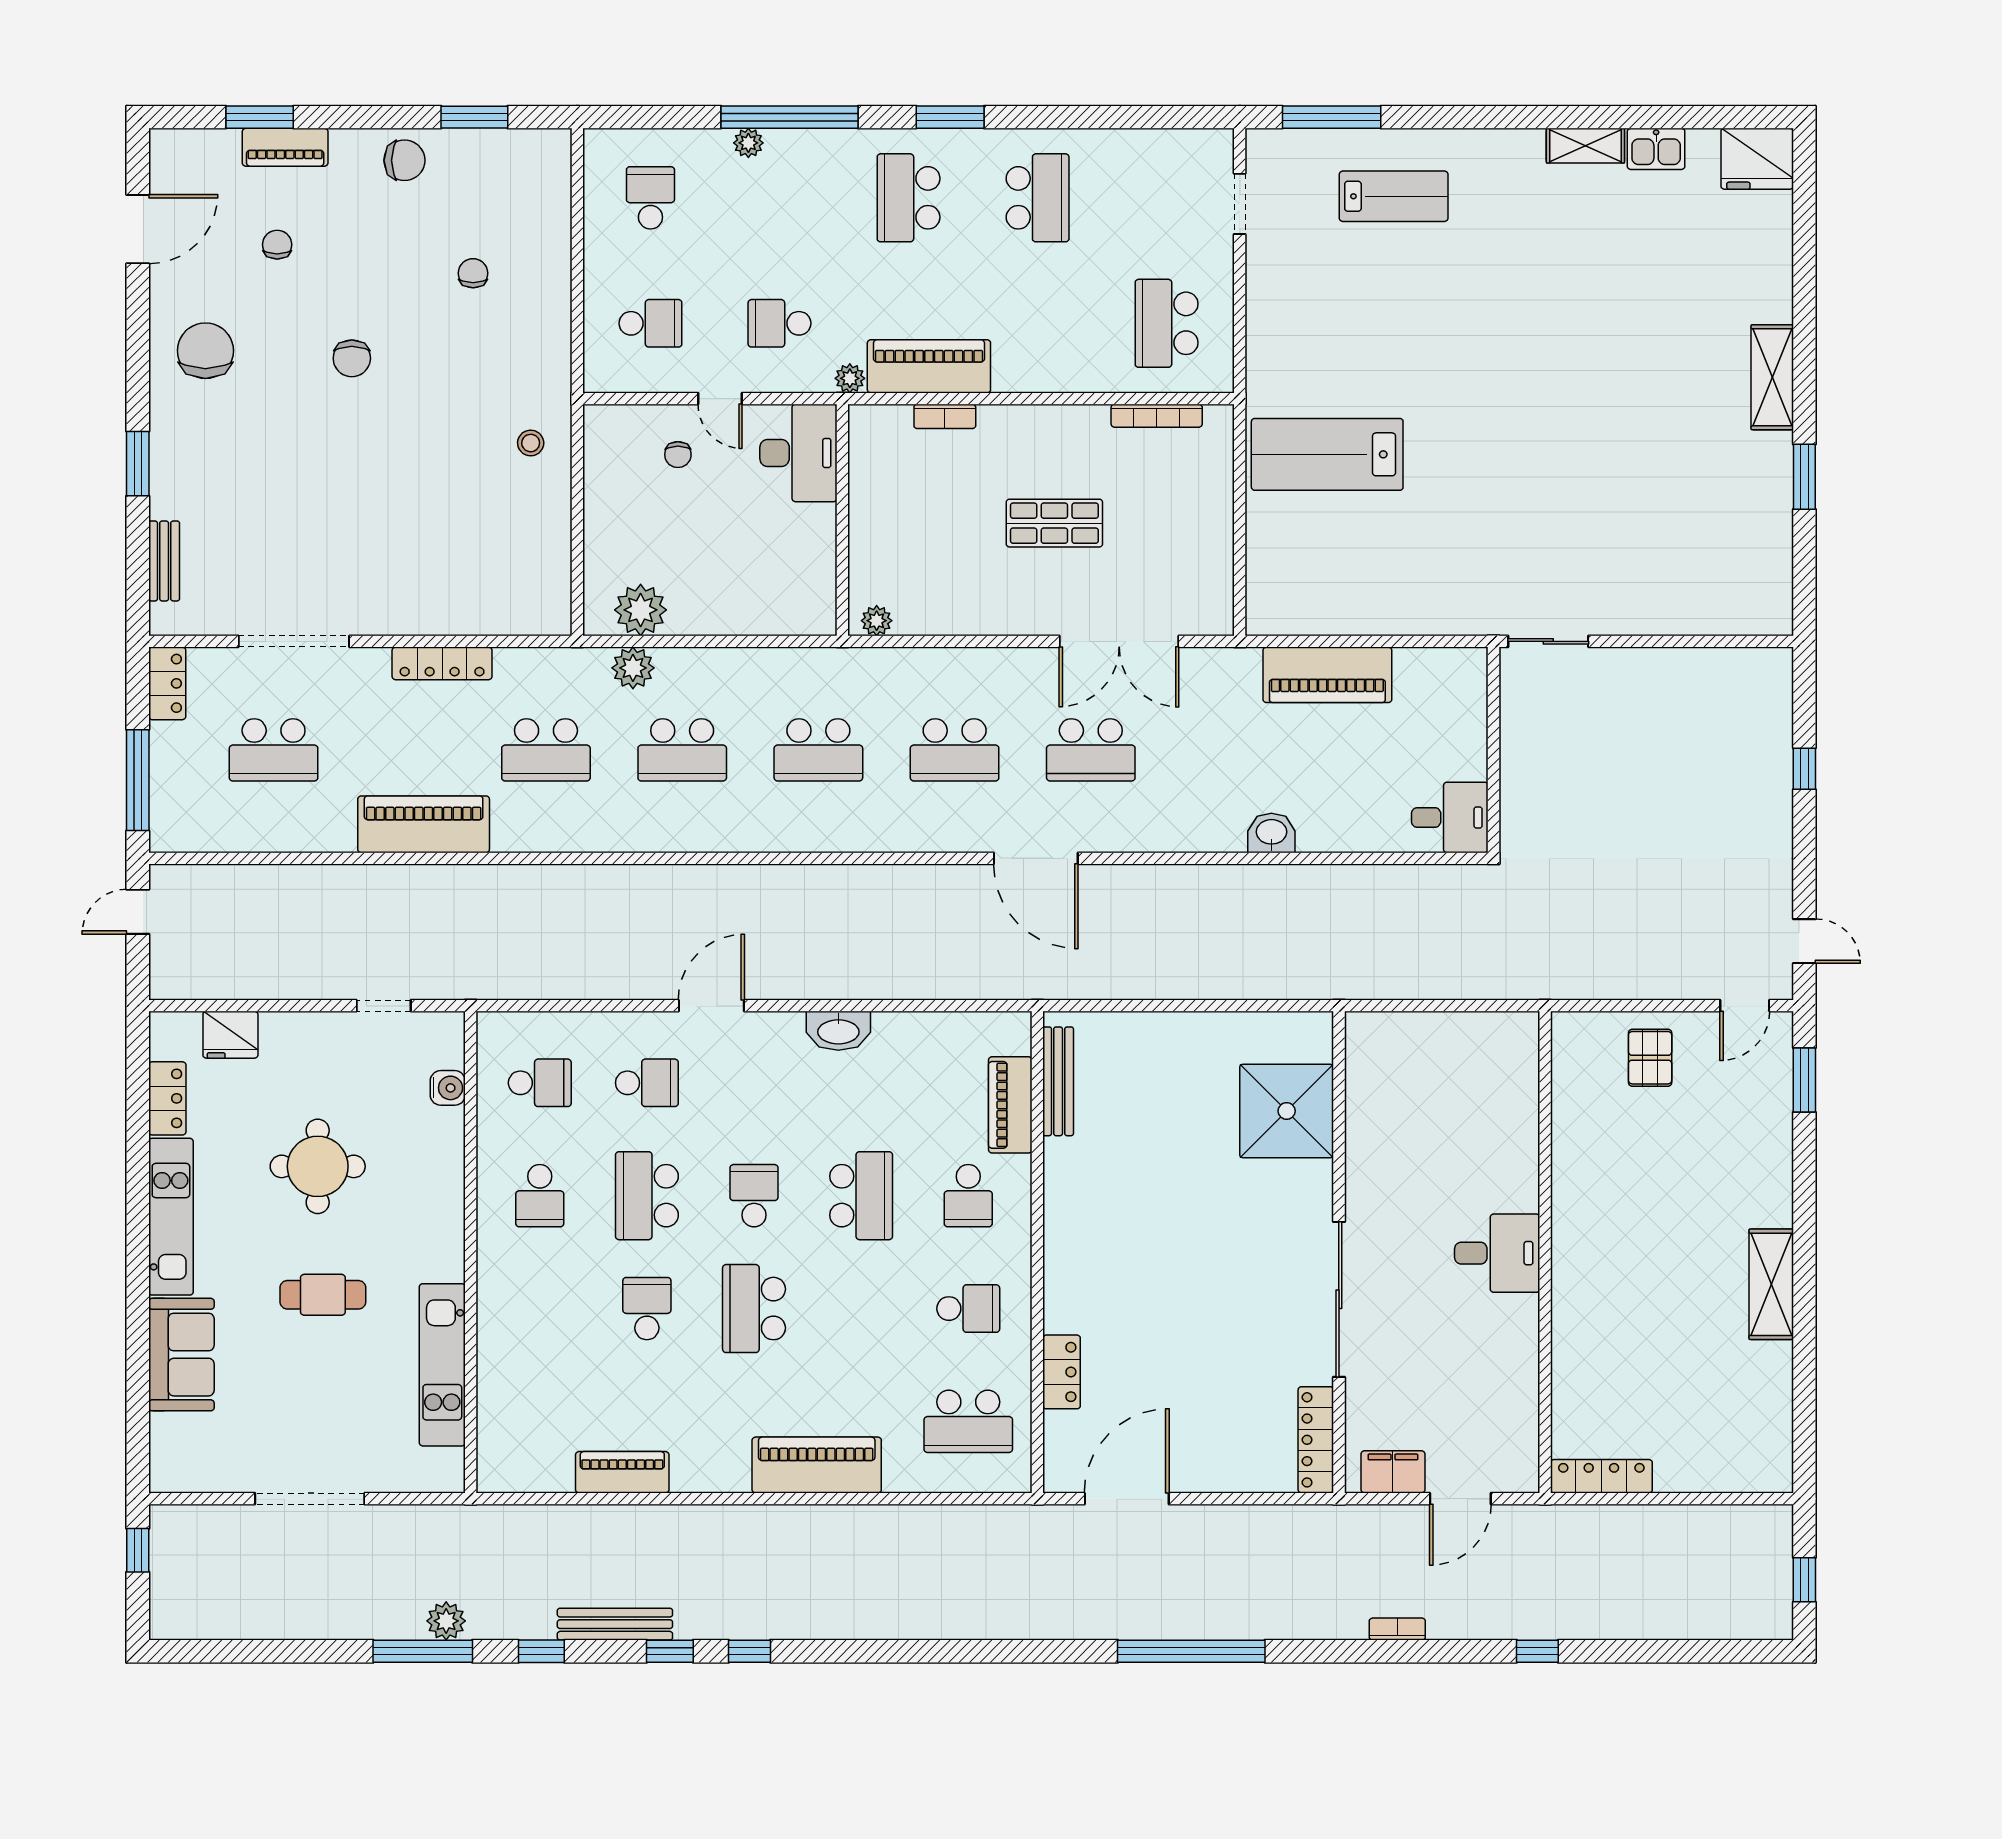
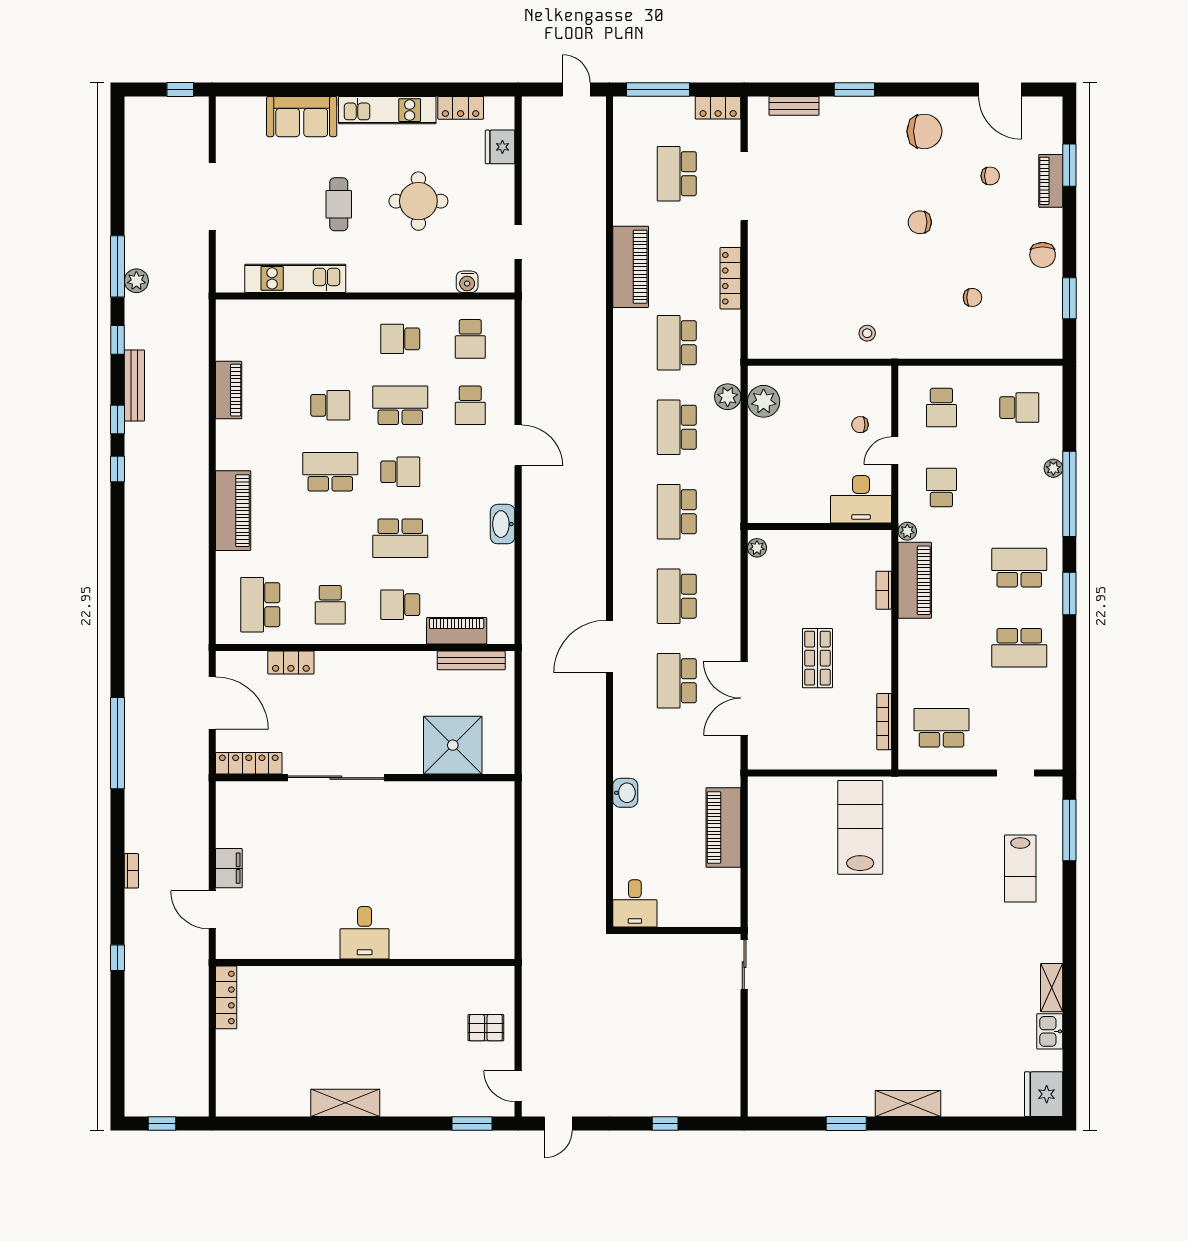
shower: (1287, 1111) -> (453, 745), moved
wall: (1339, 1252) -> (365, 778), moved
sliding door: (1339, 1299) -> (336, 778), moved
locker: (1316, 1440) -> (249, 763), moved

